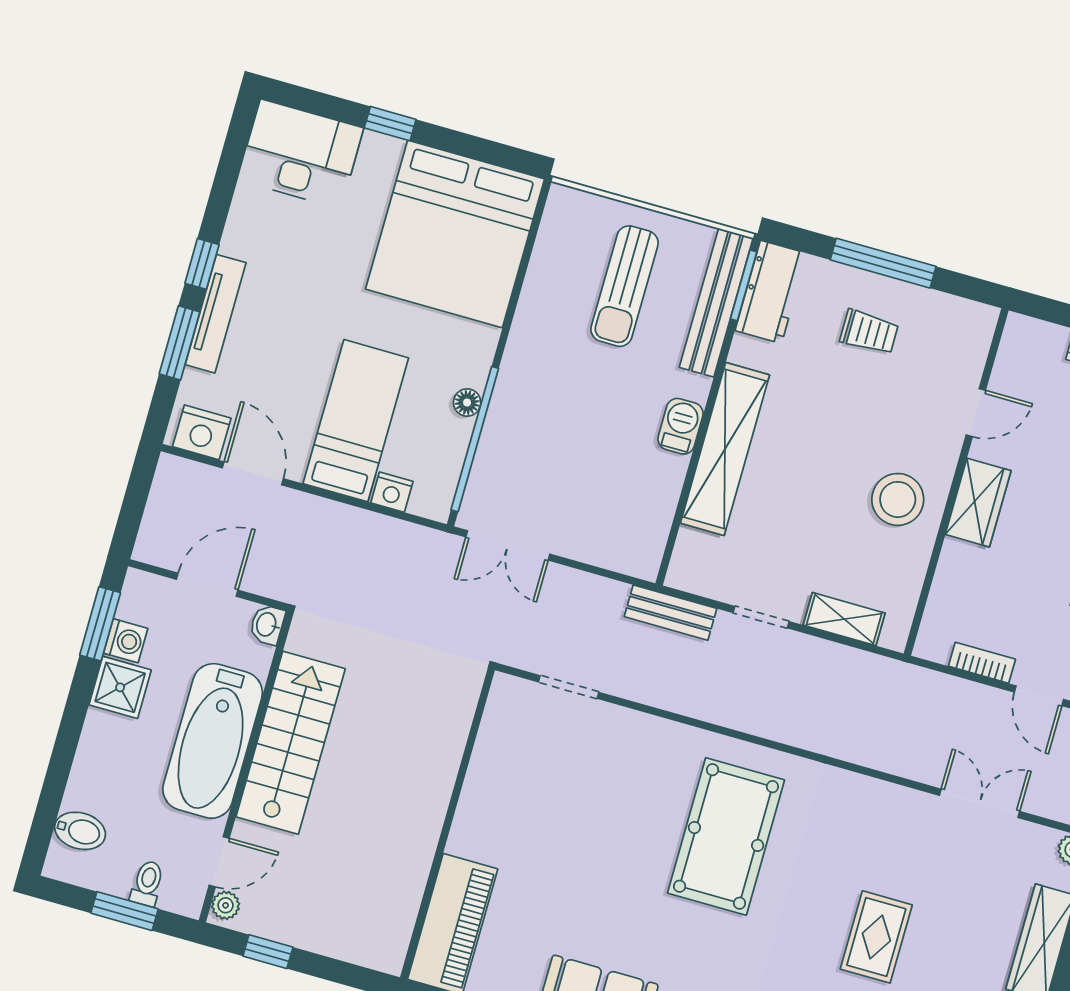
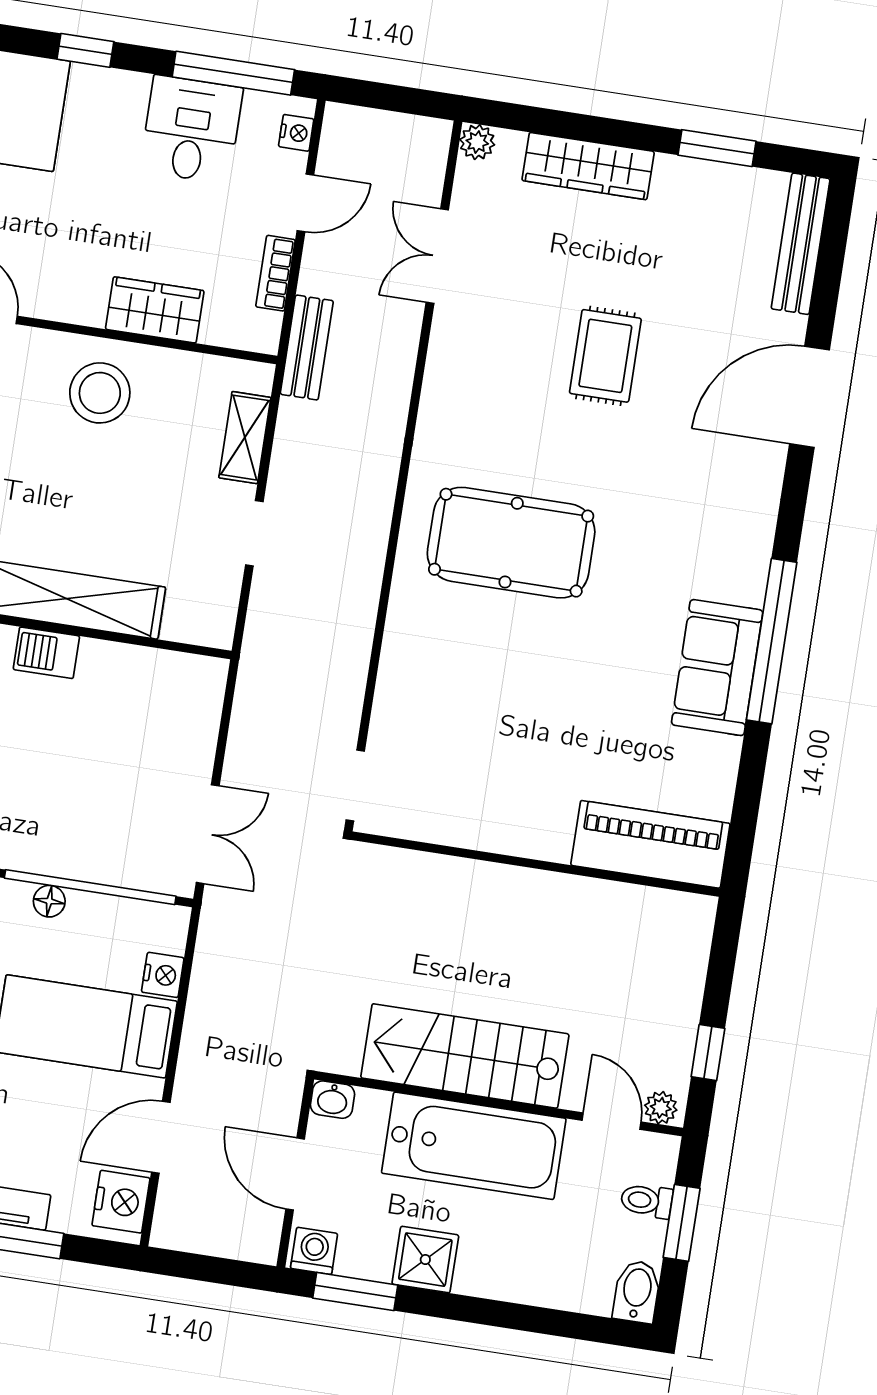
wardrobe: (978, 503) -> (155, 310), moved
bench: (670, 613) -> (307, 348), moved
washing machine: (126, 641) -> (314, 1251), moved
doorway: (569, 687) -> (355, 785), moved
bidet: (80, 831) -> (637, 1292), moved
rug: (876, 937) -> (605, 356), turned 90

